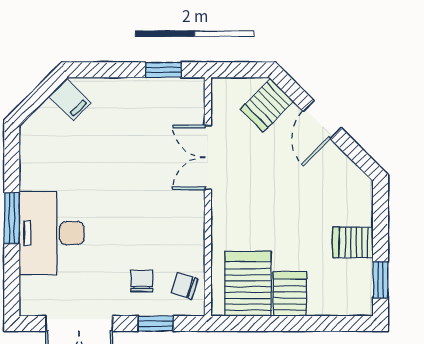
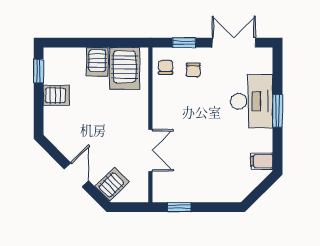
filing cabinet: (70, 99) -> (262, 161), moved, turned -45
chair: (184, 286) -> (166, 67), turned -108

